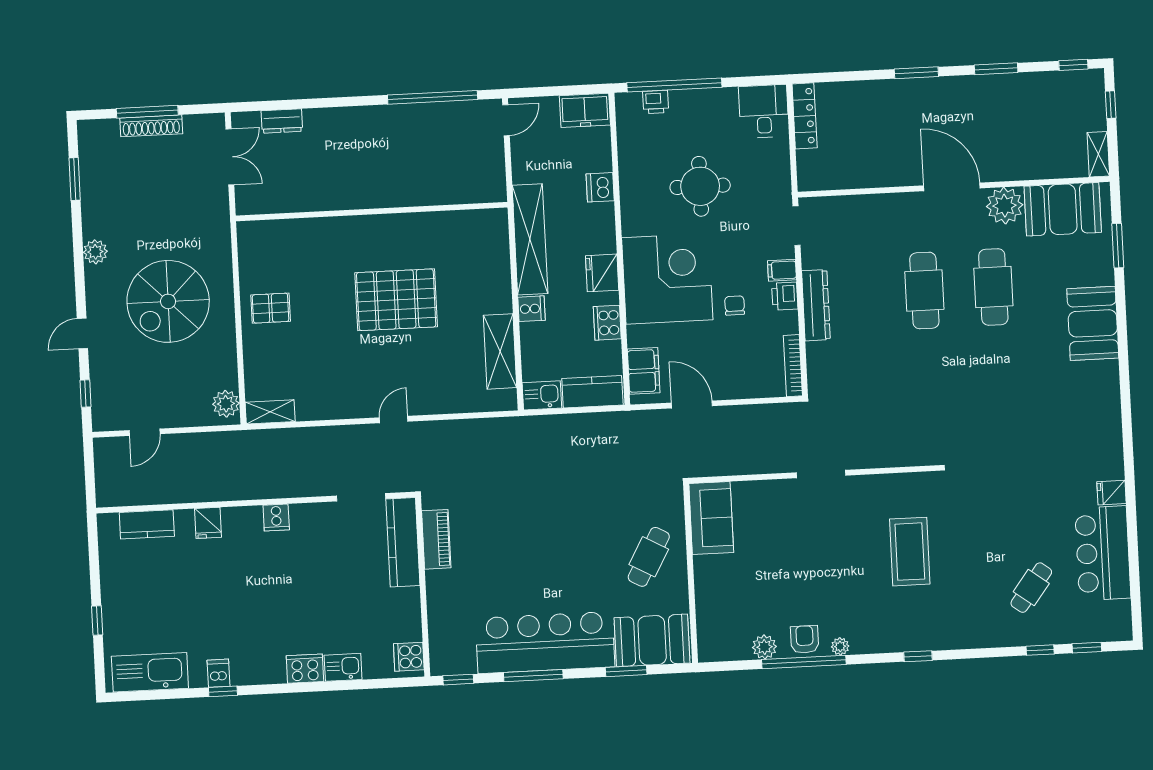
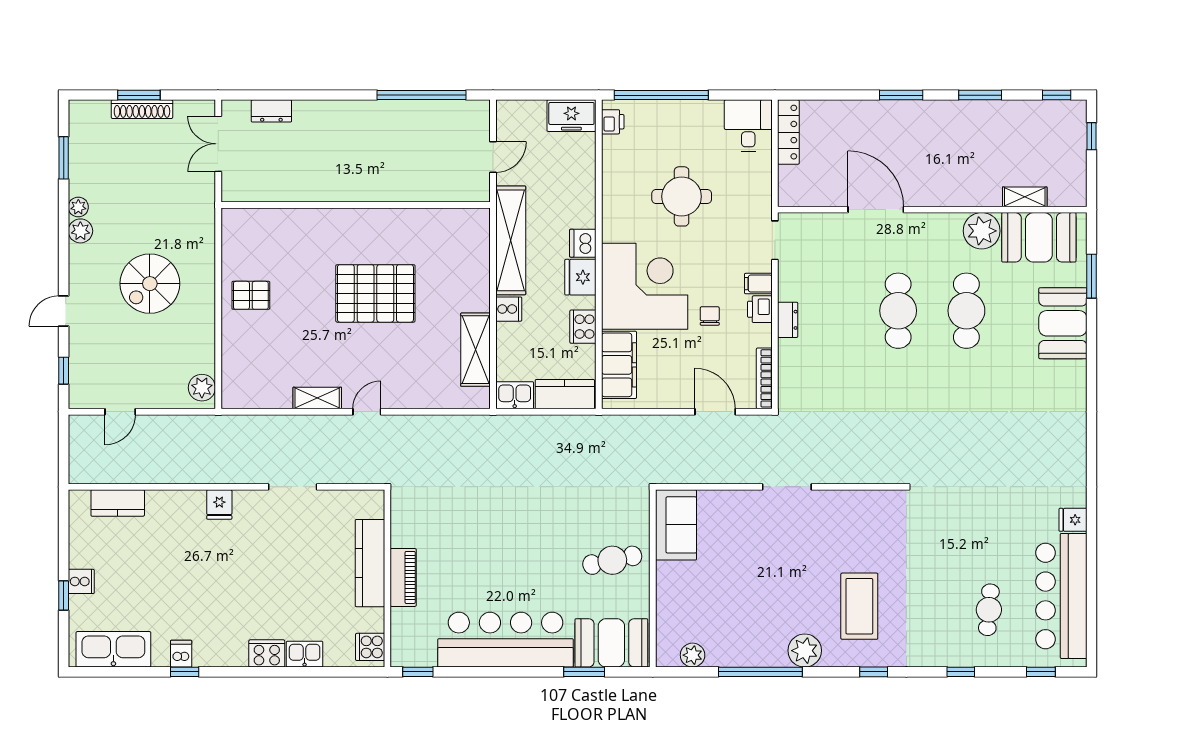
printer: (656, 102) -> (613, 122), moved, turned -90
window: (147, 112) -> (139, 95), width x0.69
door: (506, 120) -> (493, 157), moved
shelving: (1098, 154) -> (1025, 197), moved, turned 90
double door: (230, 157) -> (218, 144), swing flipped
dishwasher: (600, 187) -> (583, 243), moved
door: (952, 187) -> (876, 210), moved
plant: (92, 228) -> (78, 207), added
spiral stairs: (168, 301) -> (150, 284), width x0.73, depth x0.73
dresser: (816, 305) -> (788, 320), width x0.51, depth x0.80
booth: (1093, 323) -> (1063, 323), moved
filing cabinet: (644, 371) -> (619, 365), width x1.50, depth x1.17
door: (692, 404) -> (715, 412), moved
shelving: (270, 412) -> (317, 398), moved
doorway: (361, 497) -> (293, 487), moved
cooker: (276, 517) -> (81, 581), moved, turned -90
fridge: (208, 523) -> (219, 505), moved
piano: (436, 539) -> (403, 577), moved
kitchen counter: (403, 542) -> (370, 563), moved
coffee table: (910, 552) -> (859, 606), moved
bar counter: (1103, 553) -> (1061, 596), width x1.36
cafe table: (649, 557) -> (612, 560), turned 49
cafe table: (1031, 588) -> (989, 610), turned -32
armchair: (805, 639) -> (762, 650), removed
plant: (840, 646) -> (805, 651), width x1.88, depth x1.88
plant: (764, 647) -> (693, 655), moved
window: (1040, 650) -> (961, 672), moved
window: (533, 676) -> (492, 672), removed

